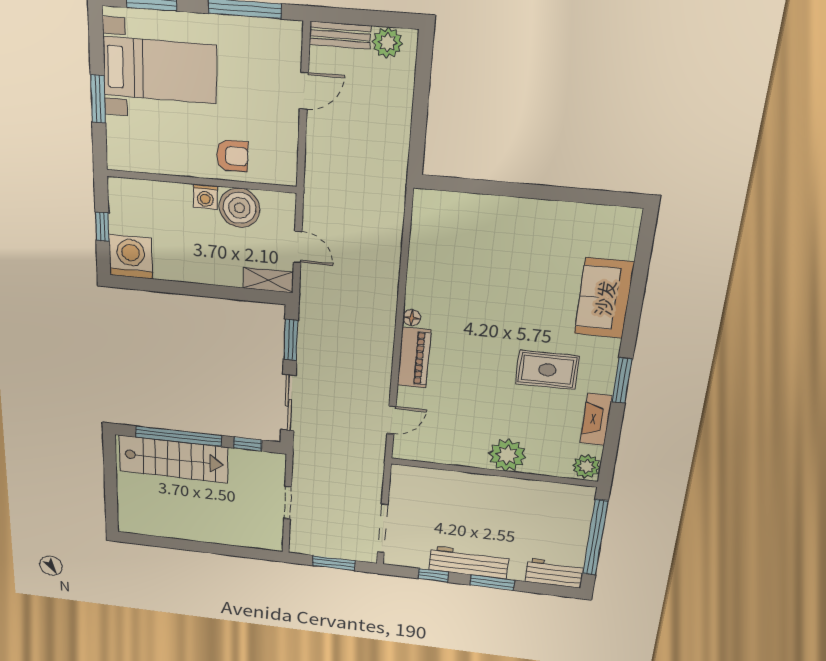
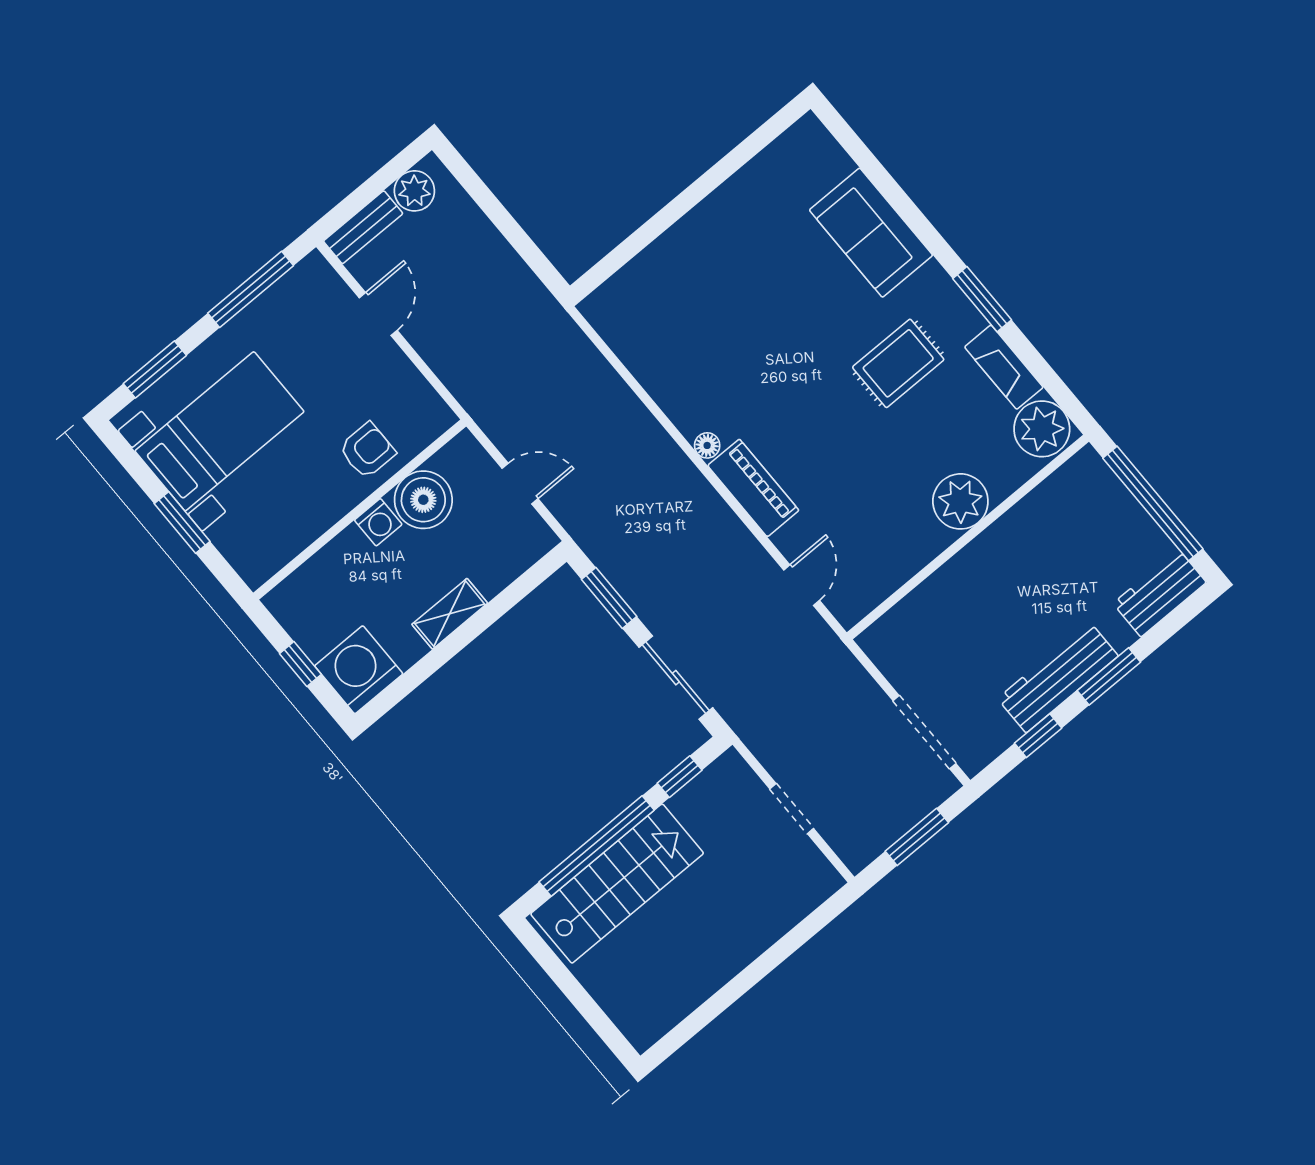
shelving: (268, 280) -> (450, 614), moved
plant: (586, 466) -> (1042, 429), width x1.36, depth x1.36

